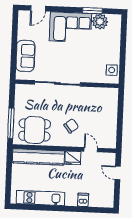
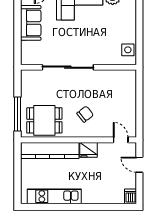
sofa: (25, 56) -> (31, 23), moved
door: (91, 150) -> (121, 140), moved
dishwasher: (83, 200) -> (131, 196), moved

